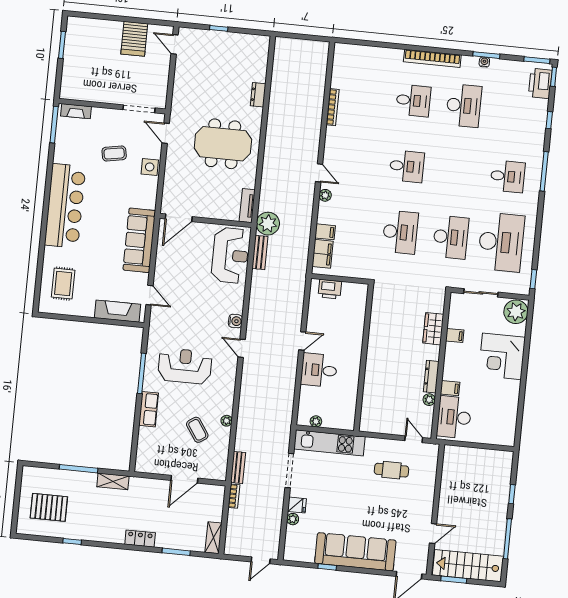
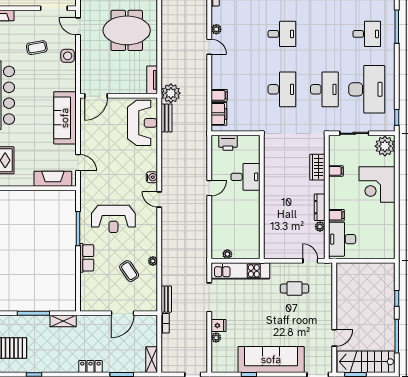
plant: (325, 195) -> (216, 29), moved
reception desk: (185, 366) -> (113, 219), turned 180
desk: (319, 370) -> (245, 177), moved, turned 180

